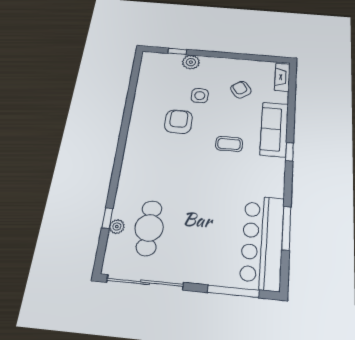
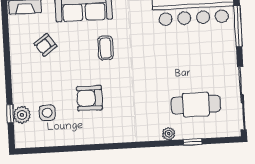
plant: (191, 62) -> (22, 115), moved
side table: (200, 96) -> (47, 113), moved
plant: (117, 227) -> (169, 134), moved

